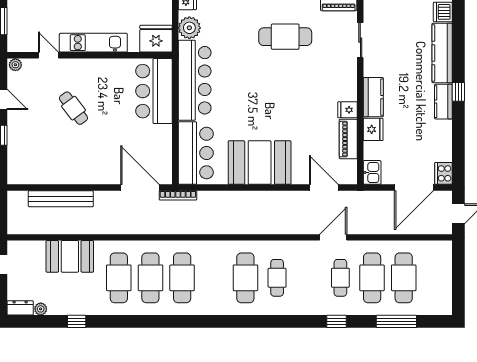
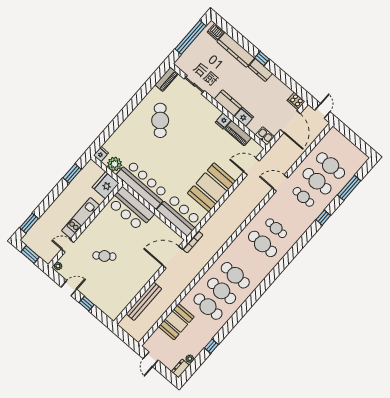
cafe table: (285, 37) -> (160, 120), turned -41
door: (333, 237) -> (280, 183), hinge flipped

